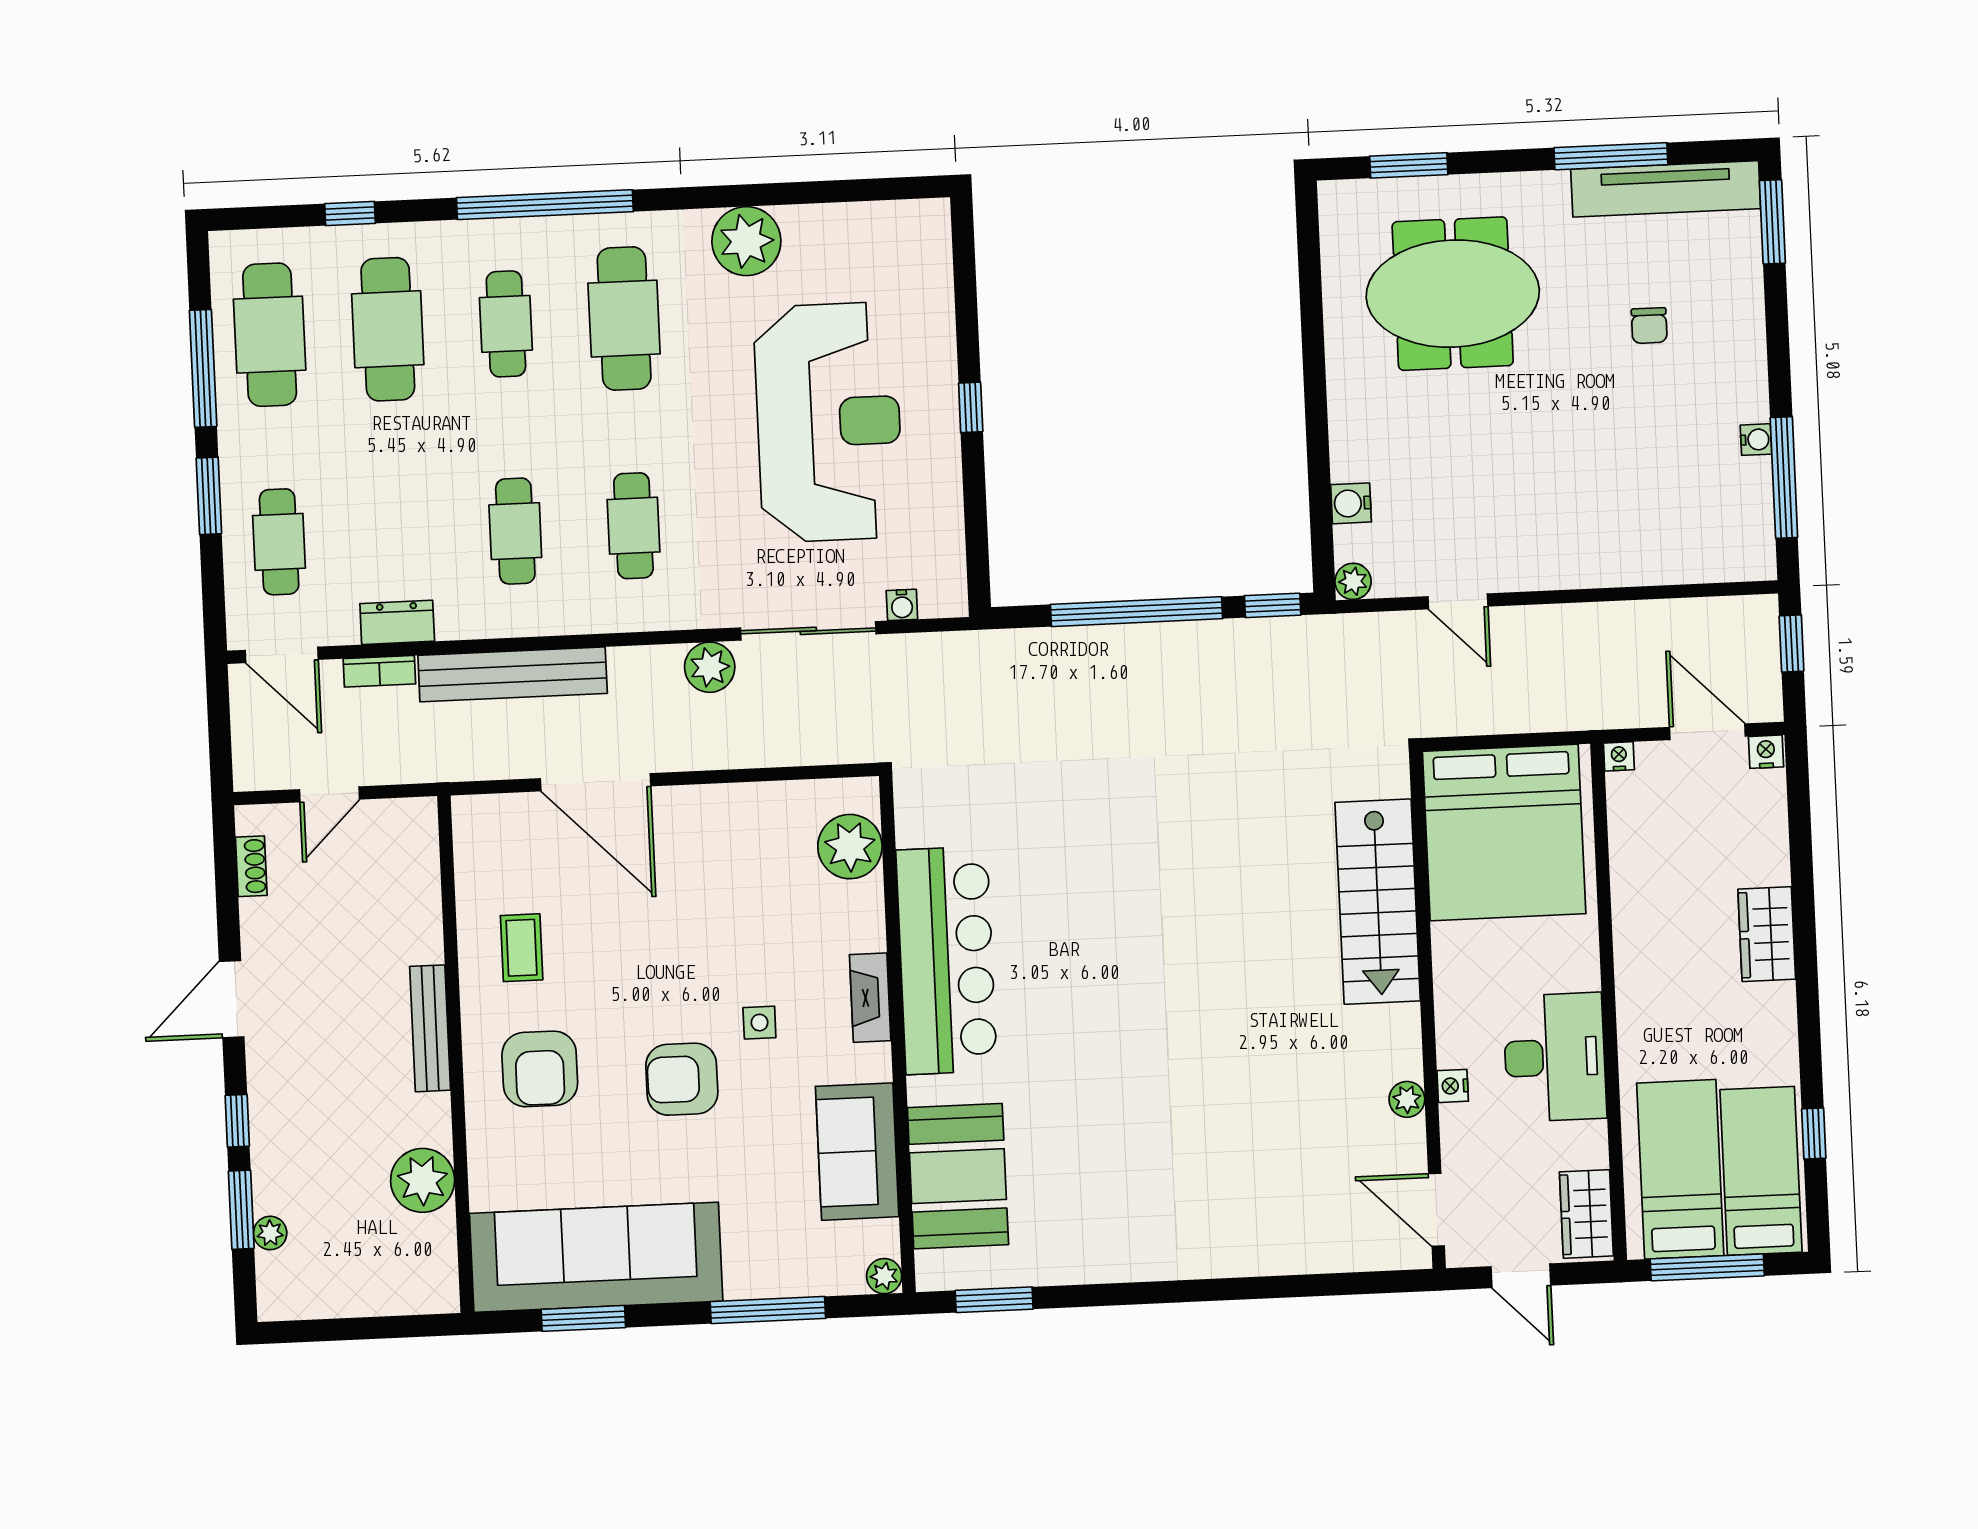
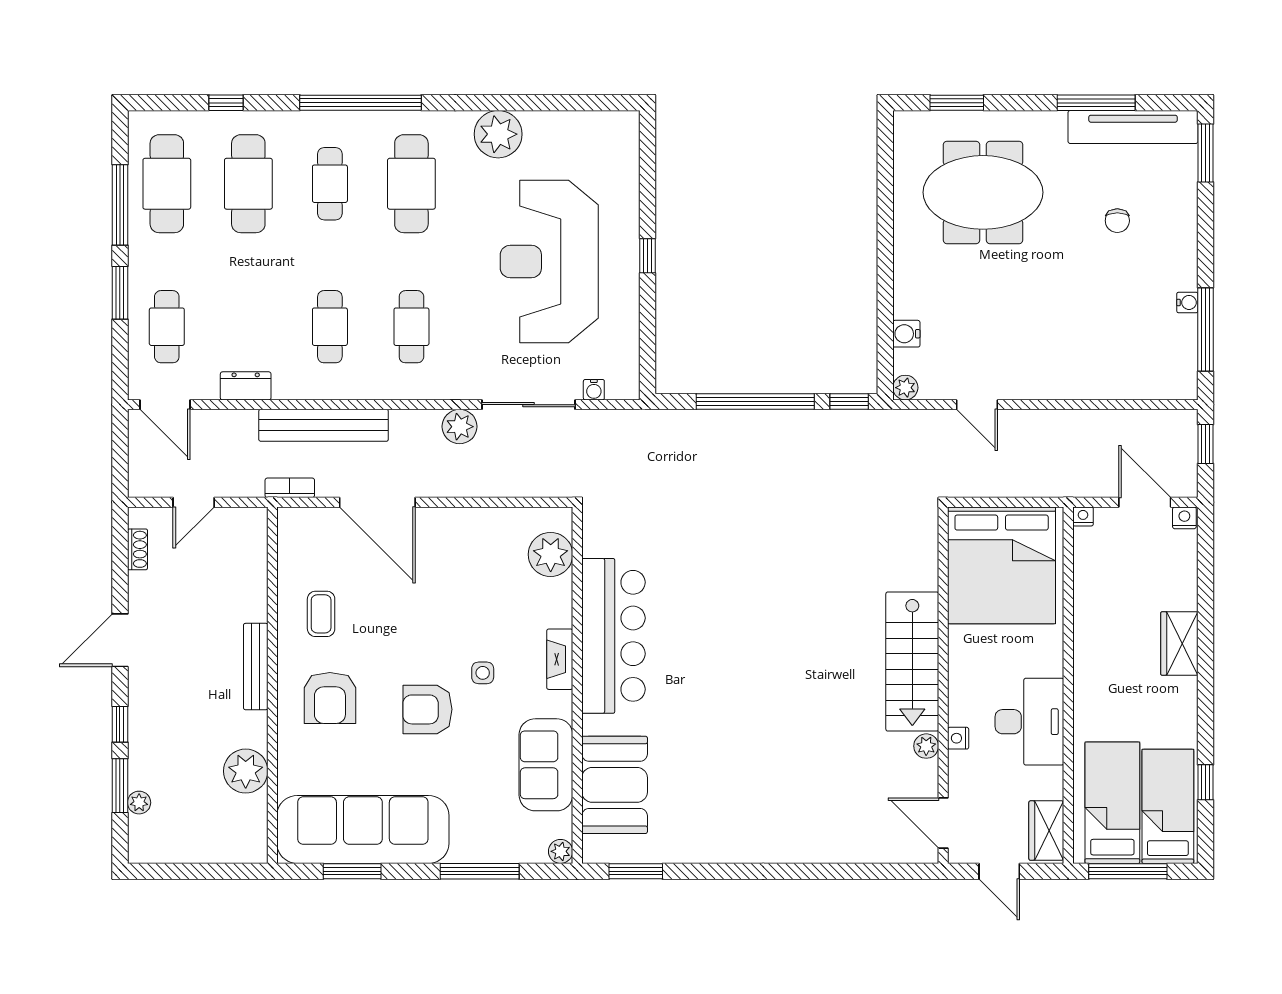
reception desk: (829, 422) -> (549, 261), turned 180
bookcase: (379, 671) -> (290, 488), moved, turned 180
stairs: (1378, 902) -> (912, 662), moved

